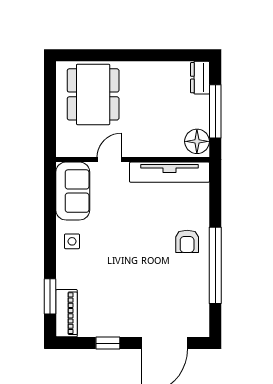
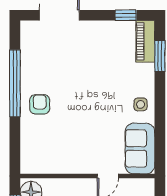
tv unit: (170, 172) -> (55, 165), removed
window: (108, 343) -> (126, 15), moved

